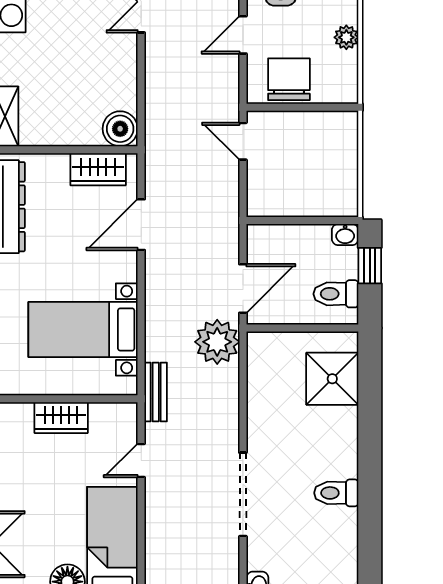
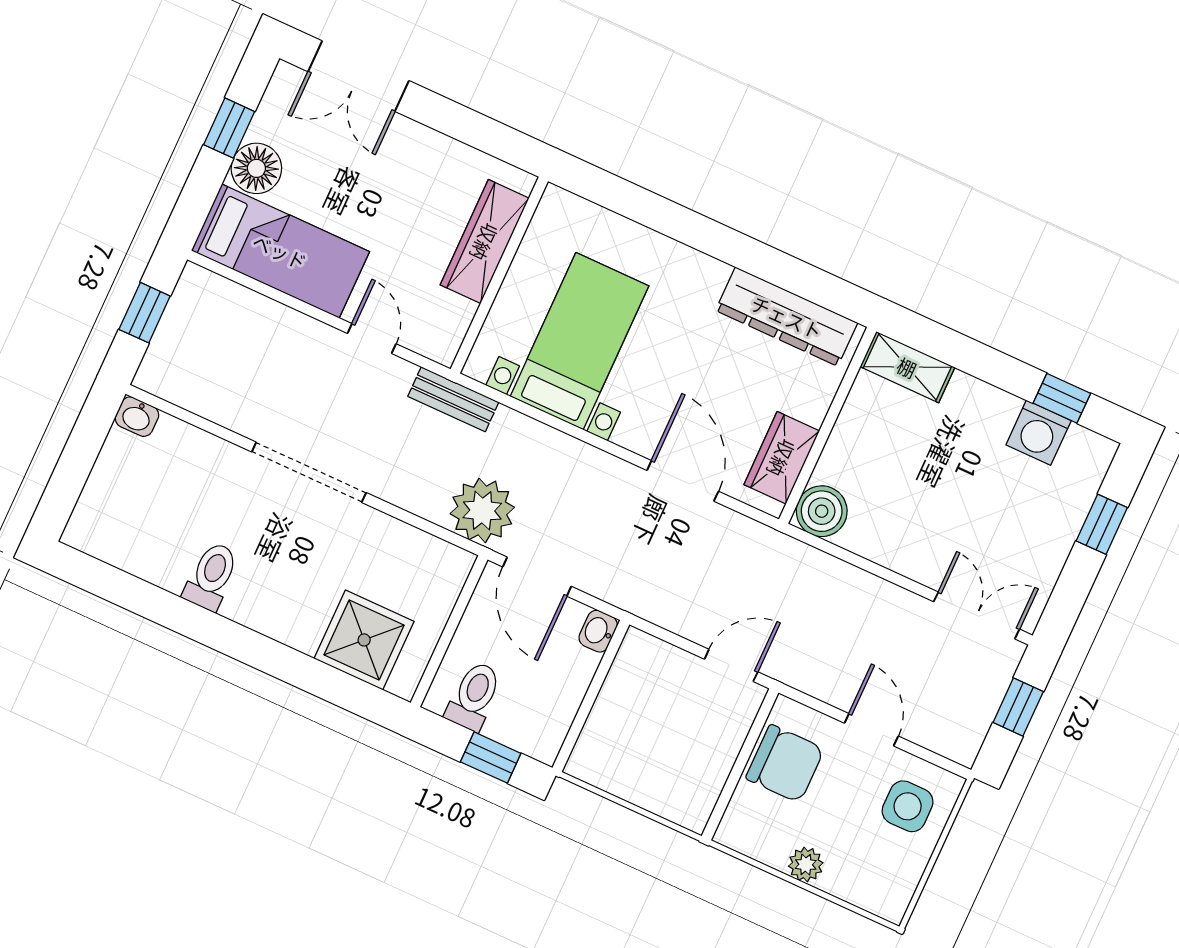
washbasin: (345, 235) -> (598, 631), moved
wardrobe: (61, 418) -> (485, 242), width x1.50
doorway: (243, 494) -> (309, 472), moved

